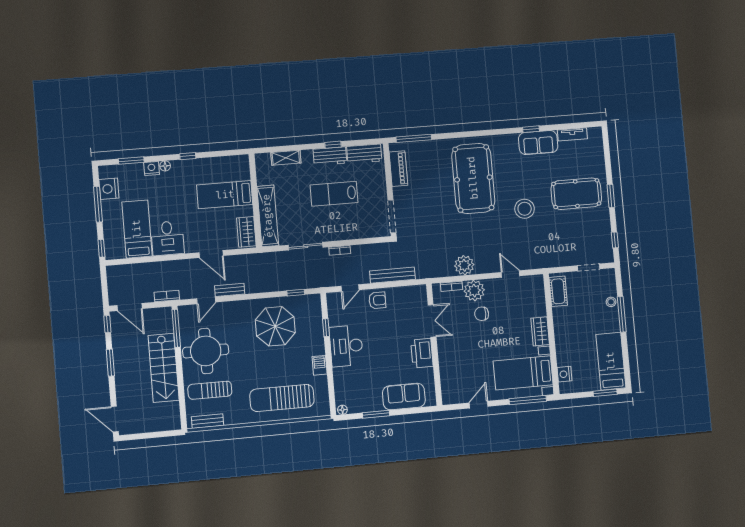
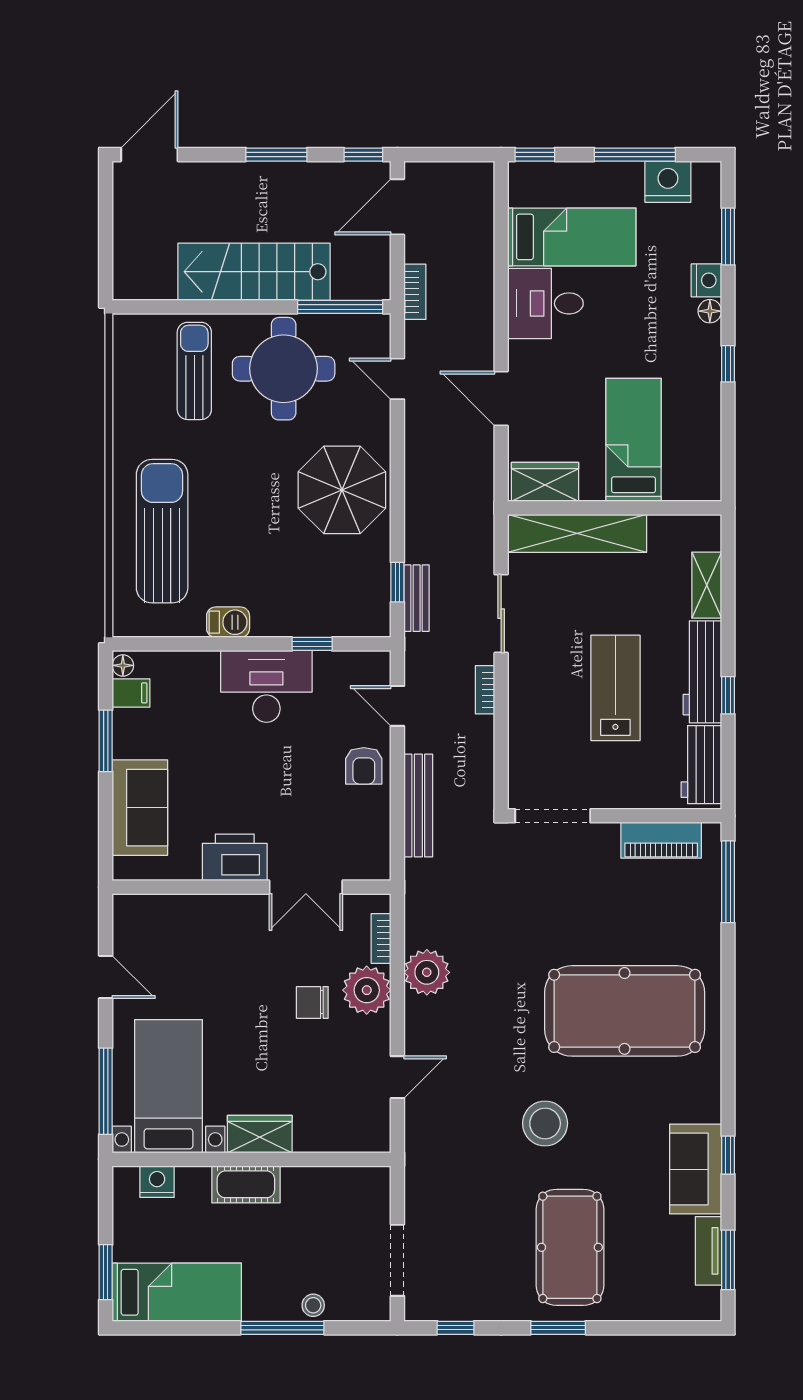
window: (575, 126) -> (728, 1260), added
workbench: (330, 156) -> (702, 672), width x1.38
door: (211, 254) -> (501, 399), hinge flipped
doorway: (589, 267) -> (397, 1260), width x1.38
bench: (230, 290) -> (417, 598), moved
cot: (558, 291) -> (246, 1184), moved
chair: (482, 314) -> (312, 1002), turned -90
parasol: (275, 326) -> (342, 490), moved
filing cabinet: (354, 405) -> (131, 693), added
bench: (208, 421) -> (126, 360), removed

